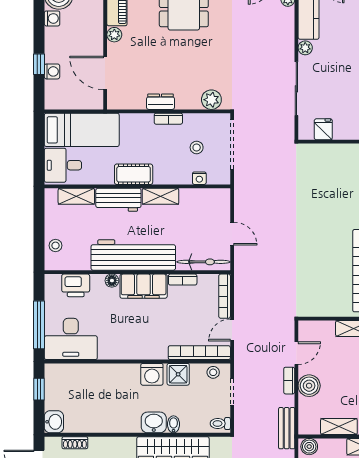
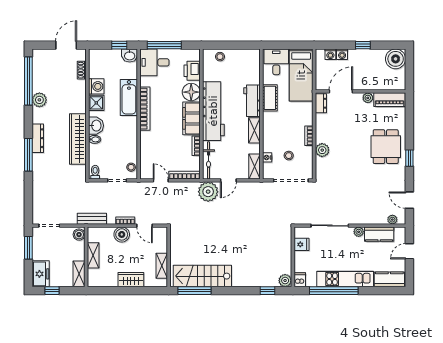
washing machine: (52, 18) -> (330, 54), moved
window: (39, 64) -> (363, 45), moved
plant: (211, 100) -> (322, 150), moved
dresser: (161, 102) -> (321, 103), moved
cot: (134, 174) -> (270, 98), moved
shelving: (76, 196) -> (254, 166), moved
plant: (248, 262) -> (208, 192), added
floor lamp: (112, 281) -> (191, 92), width x1.89, depth x1.89
desk: (71, 339) -> (154, 62), width x0.73
bookcase: (199, 353) -> (145, 109), moved
washing machine: (152, 374) -> (96, 86), moved, turned 180
shower: (178, 374) -> (96, 103), moved
bathtub: (114, 375) -> (129, 98), added
washbasin: (54, 422) -> (130, 56), moved

